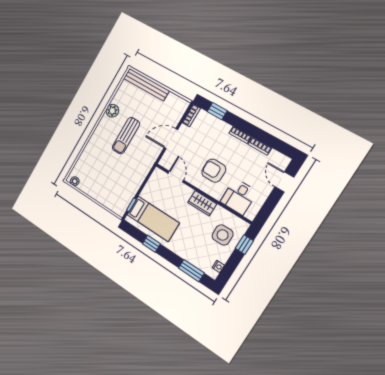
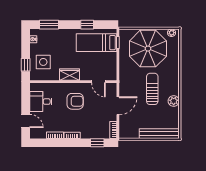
parasol: (106, 180) -> (148, 49), added
desk: (239, 197) -> (41, 102), moved, turned -90

